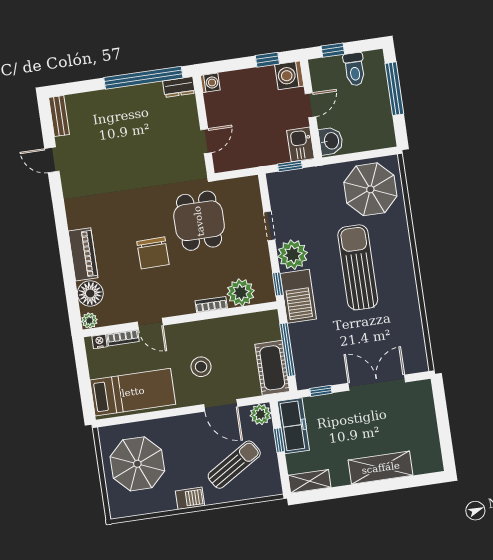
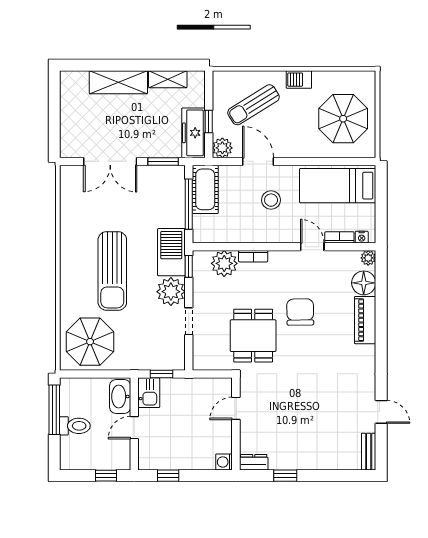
toilet: (354, 69) -> (75, 426), moved, turned 90
washing machine: (289, 75) -> (150, 458), removed
window: (143, 78) -> (285, 476), width x0.32
window: (394, 89) -> (54, 410), moved
washbasin: (331, 141) -> (120, 397), width x1.38
window: (321, 391) -> (163, 161), width x1.50
shelving: (309, 481) -> (168, 79), moved

